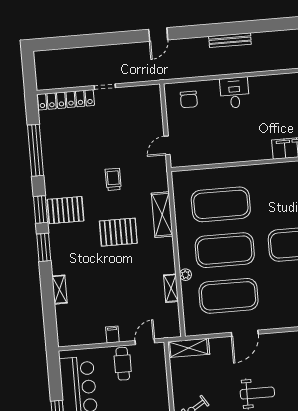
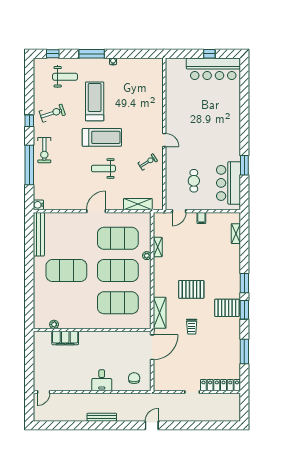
door: (167, 145) -> (152, 347), width x1.88
window: (36, 150) -> (244, 351), width x0.68
shelving: (162, 215) -> (160, 313), moved
shelving: (60, 290) -> (236, 234), moved
door: (245, 333) -> (96, 211), moved
shelving: (189, 348) -> (138, 204), moved
cafe table: (123, 364) -> (194, 181), moved

